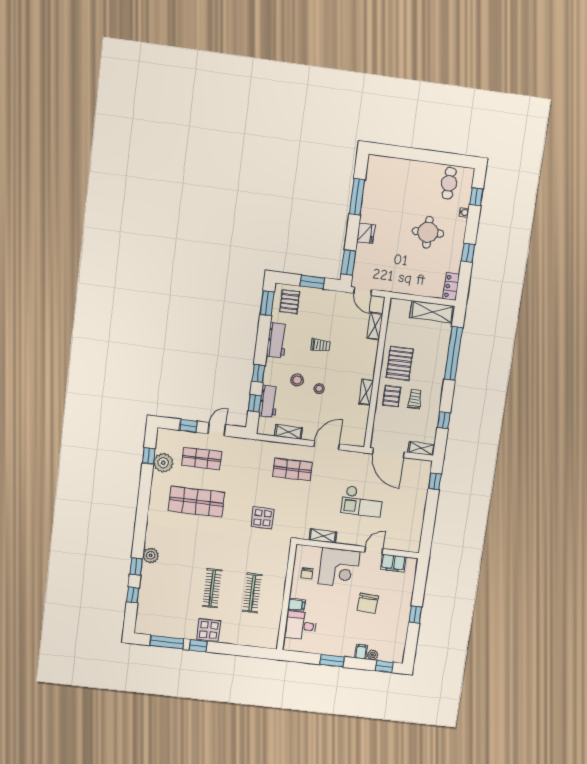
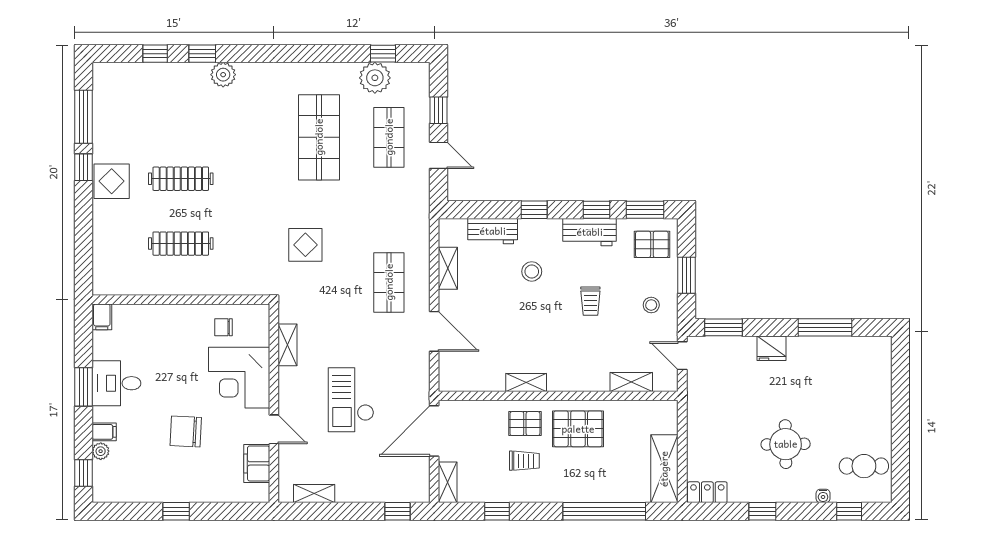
door: (363, 291) -> (682, 356), hinge flipped
stool: (319, 389) -> (651, 305), moved
window: (255, 403) -> (596, 210), moved
shelving: (417, 531) -> (314, 494), added
filing cabinet: (296, 605) -> (102, 317), moved
desk: (301, 626) -> (116, 383), moved, turned -90

